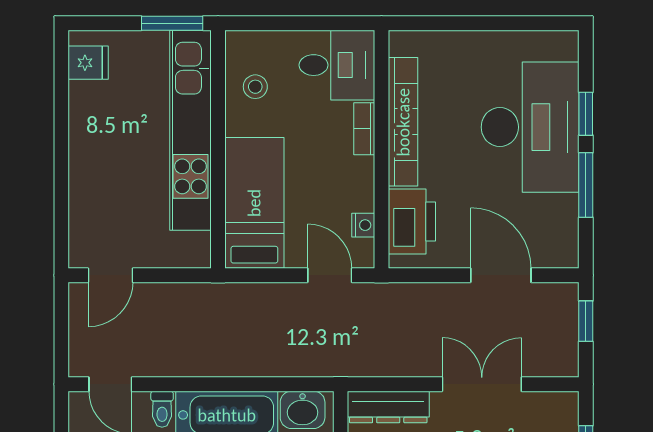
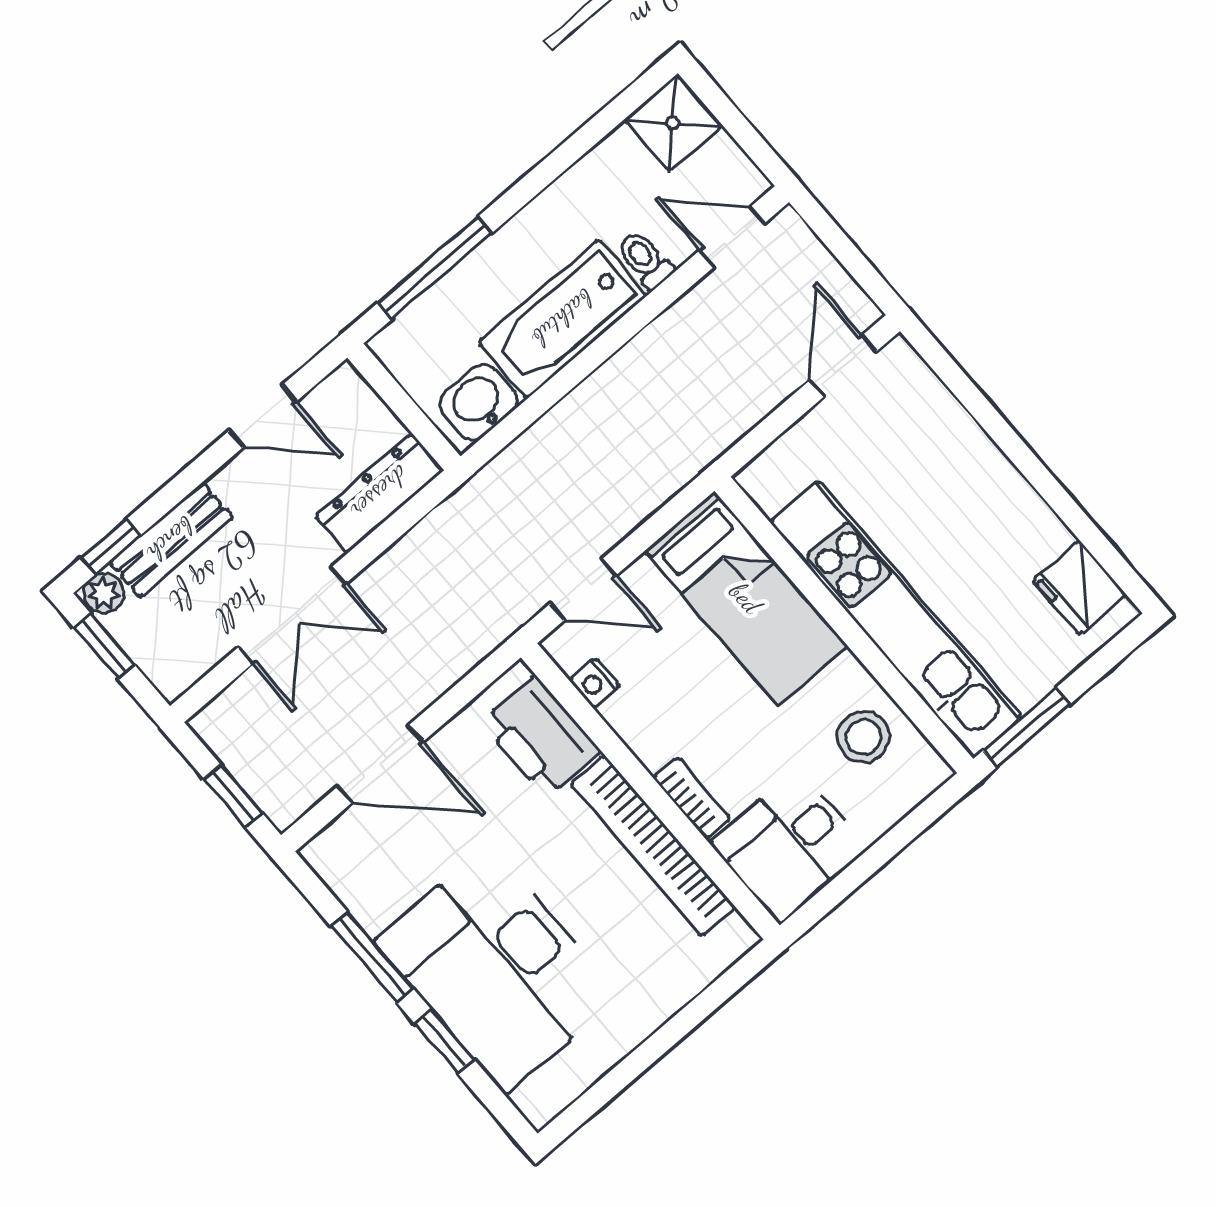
fridge: (88, 63) -> (1079, 587), width x1.38
stool: (255, 87) -> (863, 737), width x1.37, depth x1.37

